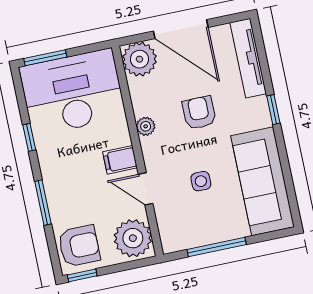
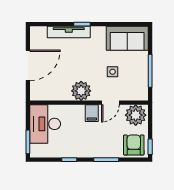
tv unit: (248, 58) -> (69, 32), moved
plant: (139, 59) -> (39, 91), removed
desk: (73, 92) -> (45, 124), width x0.73, depth x0.77
armchair: (199, 113) -> (75, 65), removed
plant: (146, 126) -> (81, 91), width x1.88, depth x1.88
sofa: (263, 181) -> (127, 38), width x0.73

